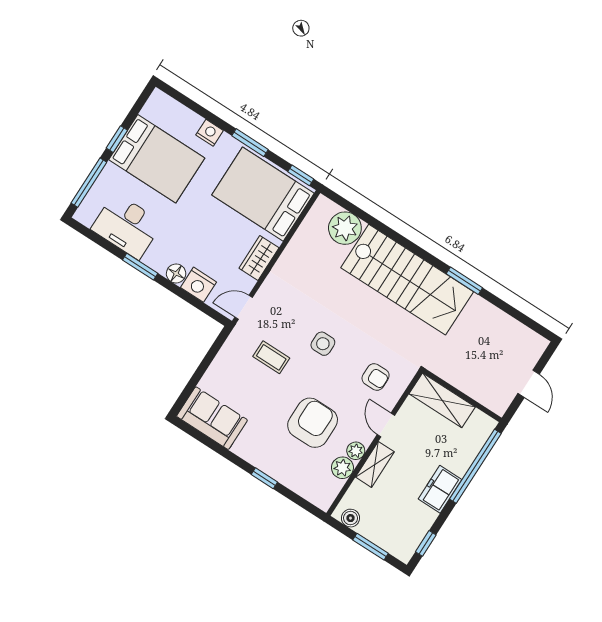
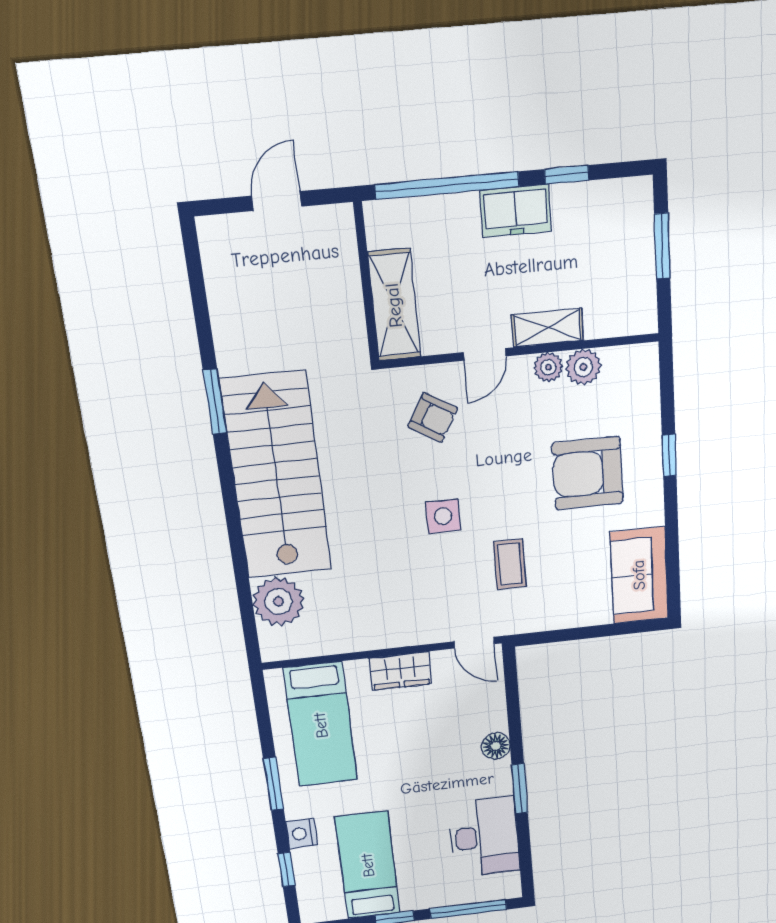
bed: (157, 159) -> (368, 865), width x0.67
window: (301, 175) -> (286, 869), moved
bed: (263, 194) -> (321, 725), width x0.67
nightstand: (198, 285) -> (489, 712), removed
armchair: (376, 377) -> (433, 417), turned 121
armchair: (313, 423) -> (588, 473), moved
boiler: (351, 518) -> (643, 304), removed
window: (426, 543) -> (567, 175), moved

